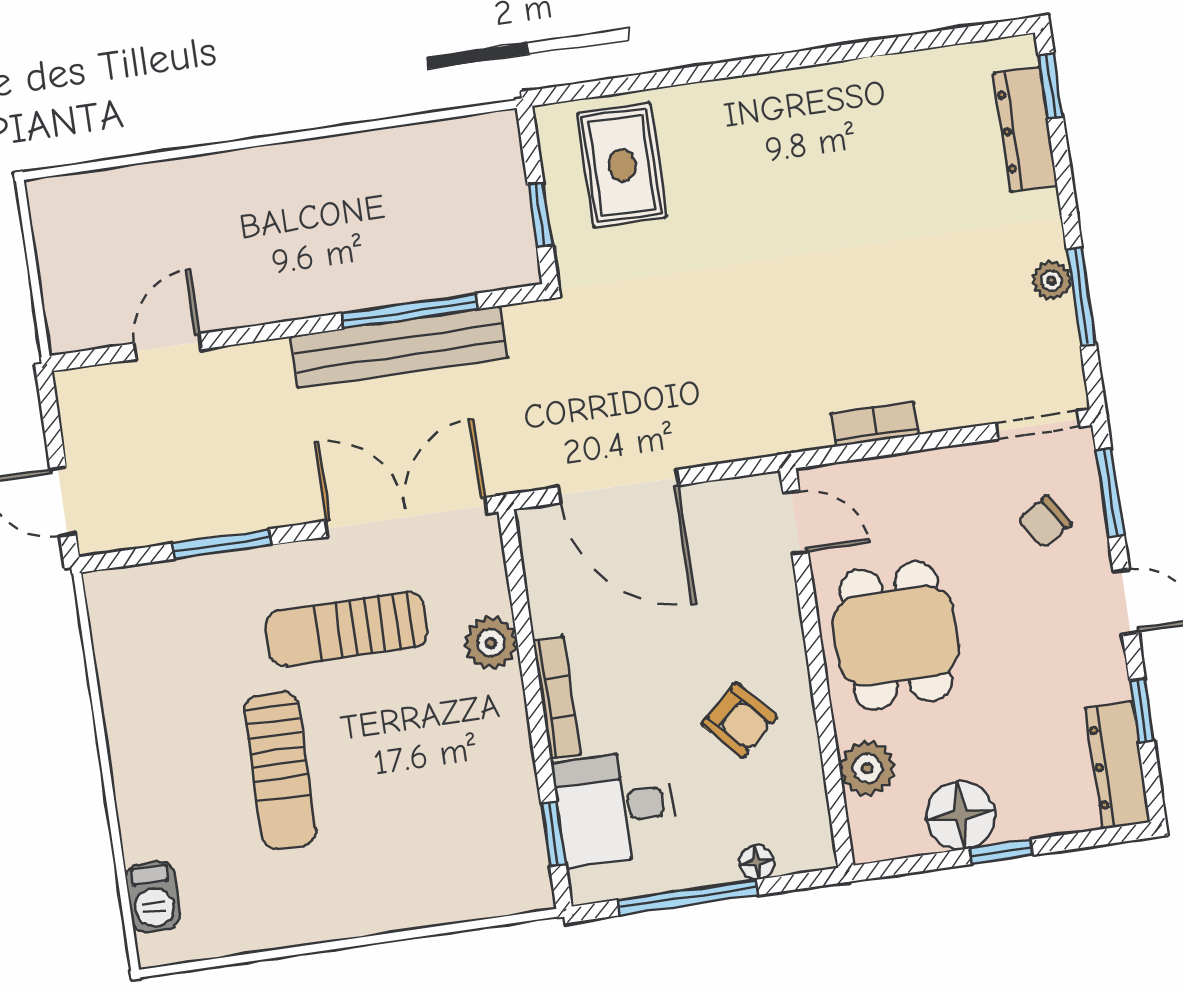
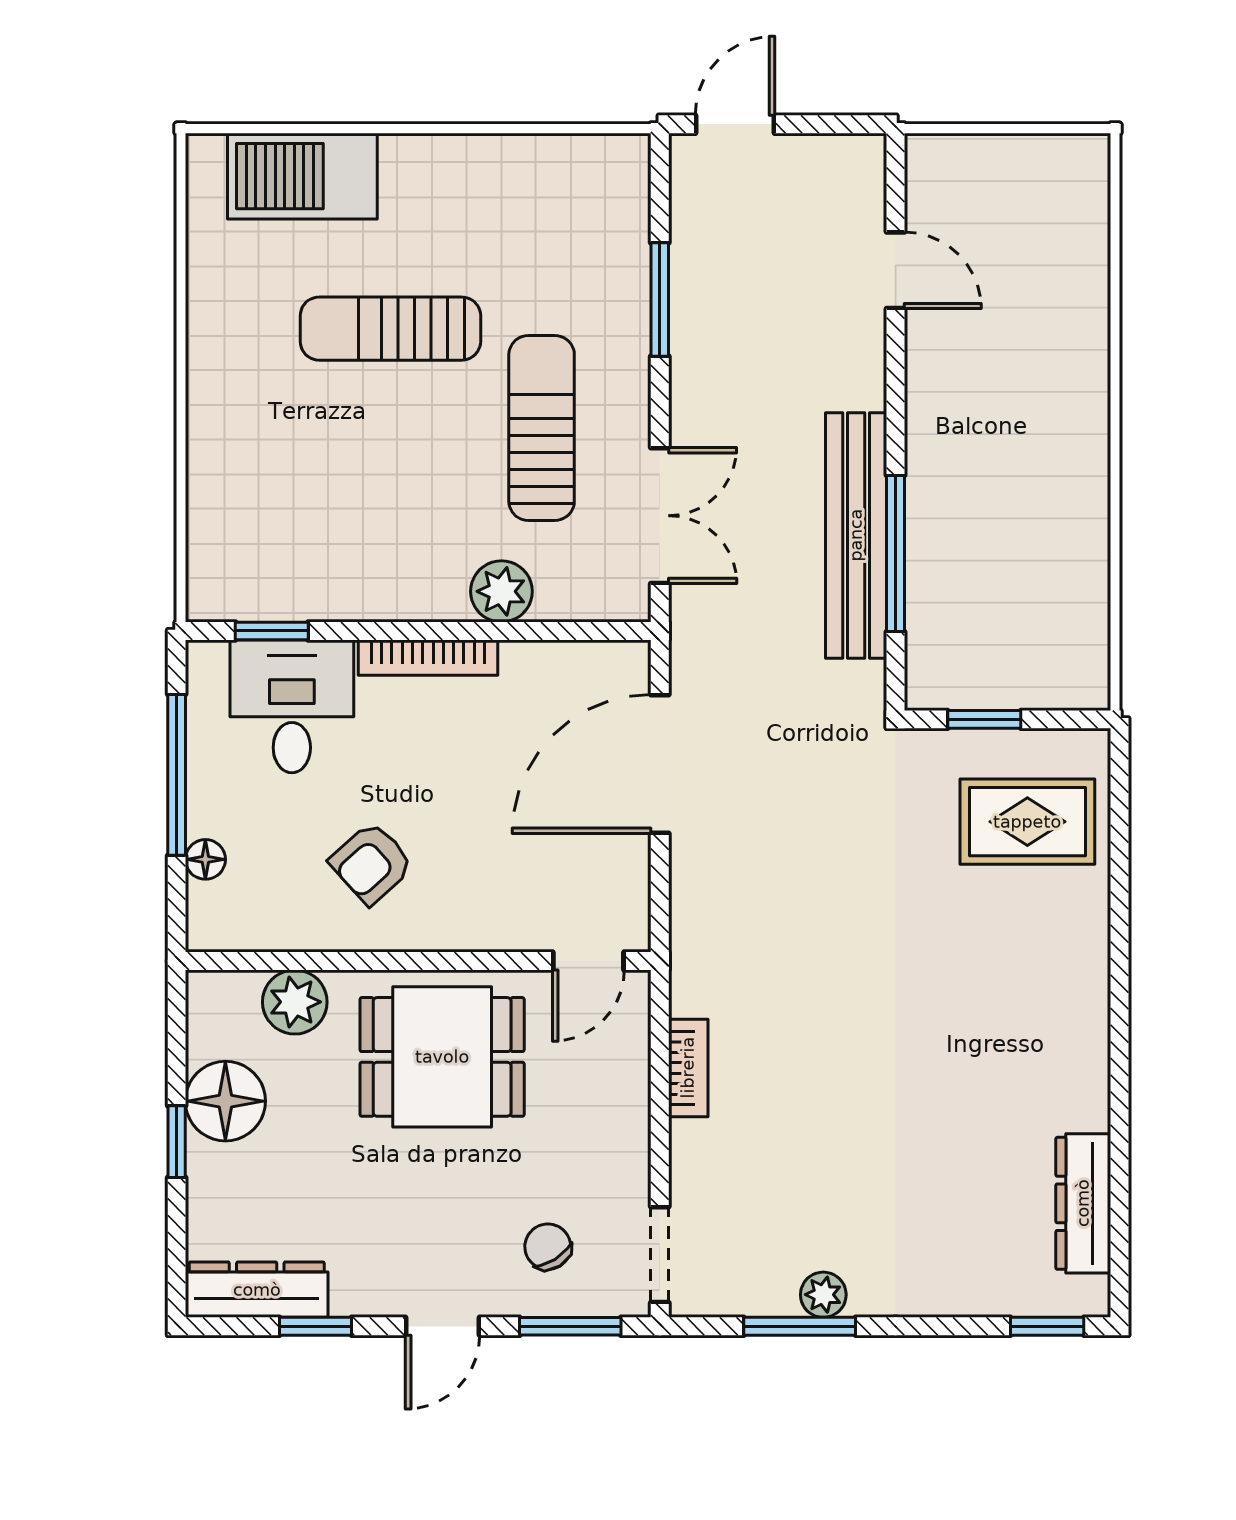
dresser: (1025, 129) -> (1083, 1203), moved, turned -90
double door: (406, 517) -> (660, 516), width x0.73
barbecue: (153, 896) -> (302, 176), width x1.88, depth x1.53

